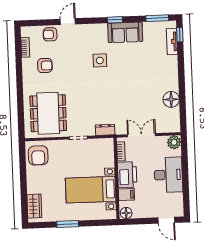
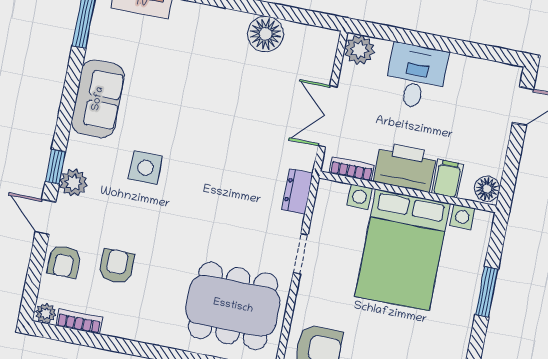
window: (115, 20) -> (55, 167), moved
plant: (86, 30) -> (73, 183), added
plant: (25, 32) -> (46, 313), added
armchair: (45, 65) -> (117, 266), moved
desk: (168, 175) -> (416, 76), width x0.73
bed with nightstands: (91, 190) -> (402, 250), width x1.36
window: (68, 224) -> (487, 292), moved

